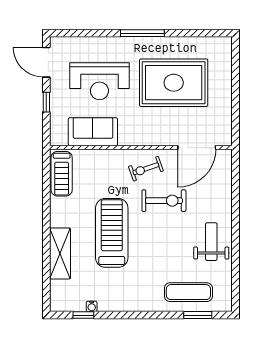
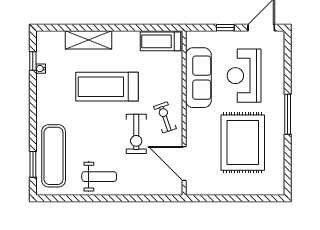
sofa: (93, 132) -> (198, 78), width x1.36
treadmill: (112, 233) -> (107, 87), turned 180
exercise mat: (188, 292) -> (54, 156), width x1.36, depth x1.45

